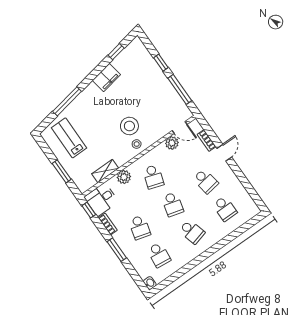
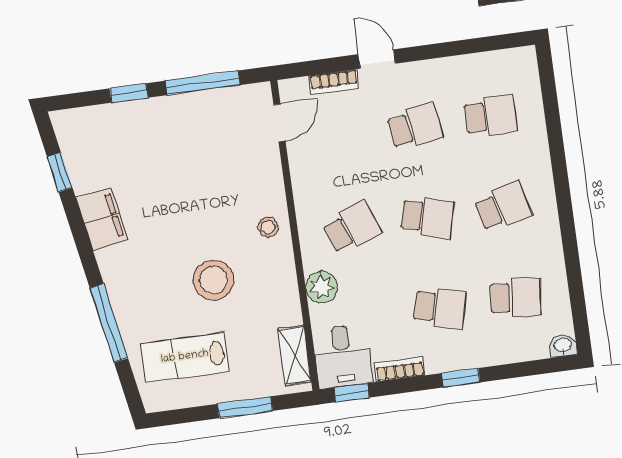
stool: (129, 126) -> (214, 280), moved
plant: (172, 143) -> (303, 155), removed
shelving: (105, 171) -> (295, 355), moved
school desk: (153, 177) -> (352, 228), turned -39
window: (117, 250) -> (461, 378), width x0.67

